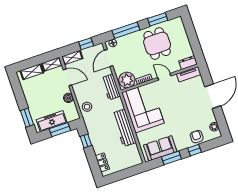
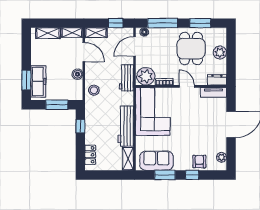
plant: (183, 39) -> (220, 53), added
freezer: (52, 121) -> (38, 81), moved, turned 90
shelving: (136, 155) -> (128, 159), added

